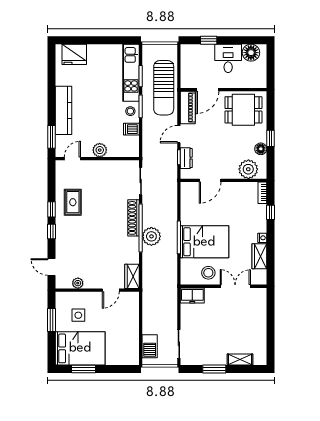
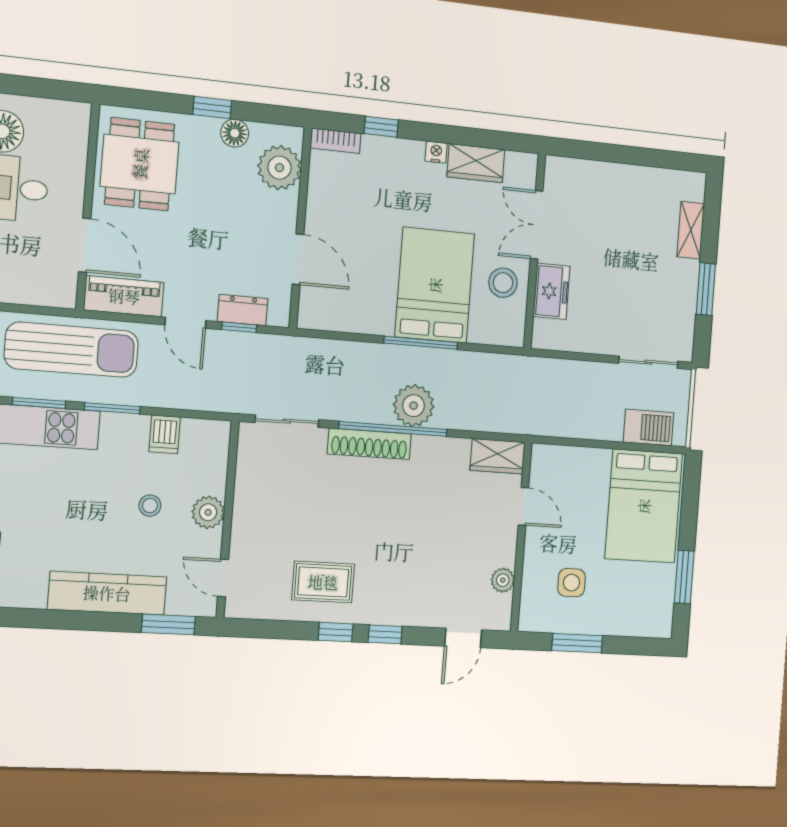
stool: (130, 111) -> (150, 506), moved
freezer: (192, 295) -> (551, 291), moved
bed: (80, 348) -> (644, 506), moved, turned 180

